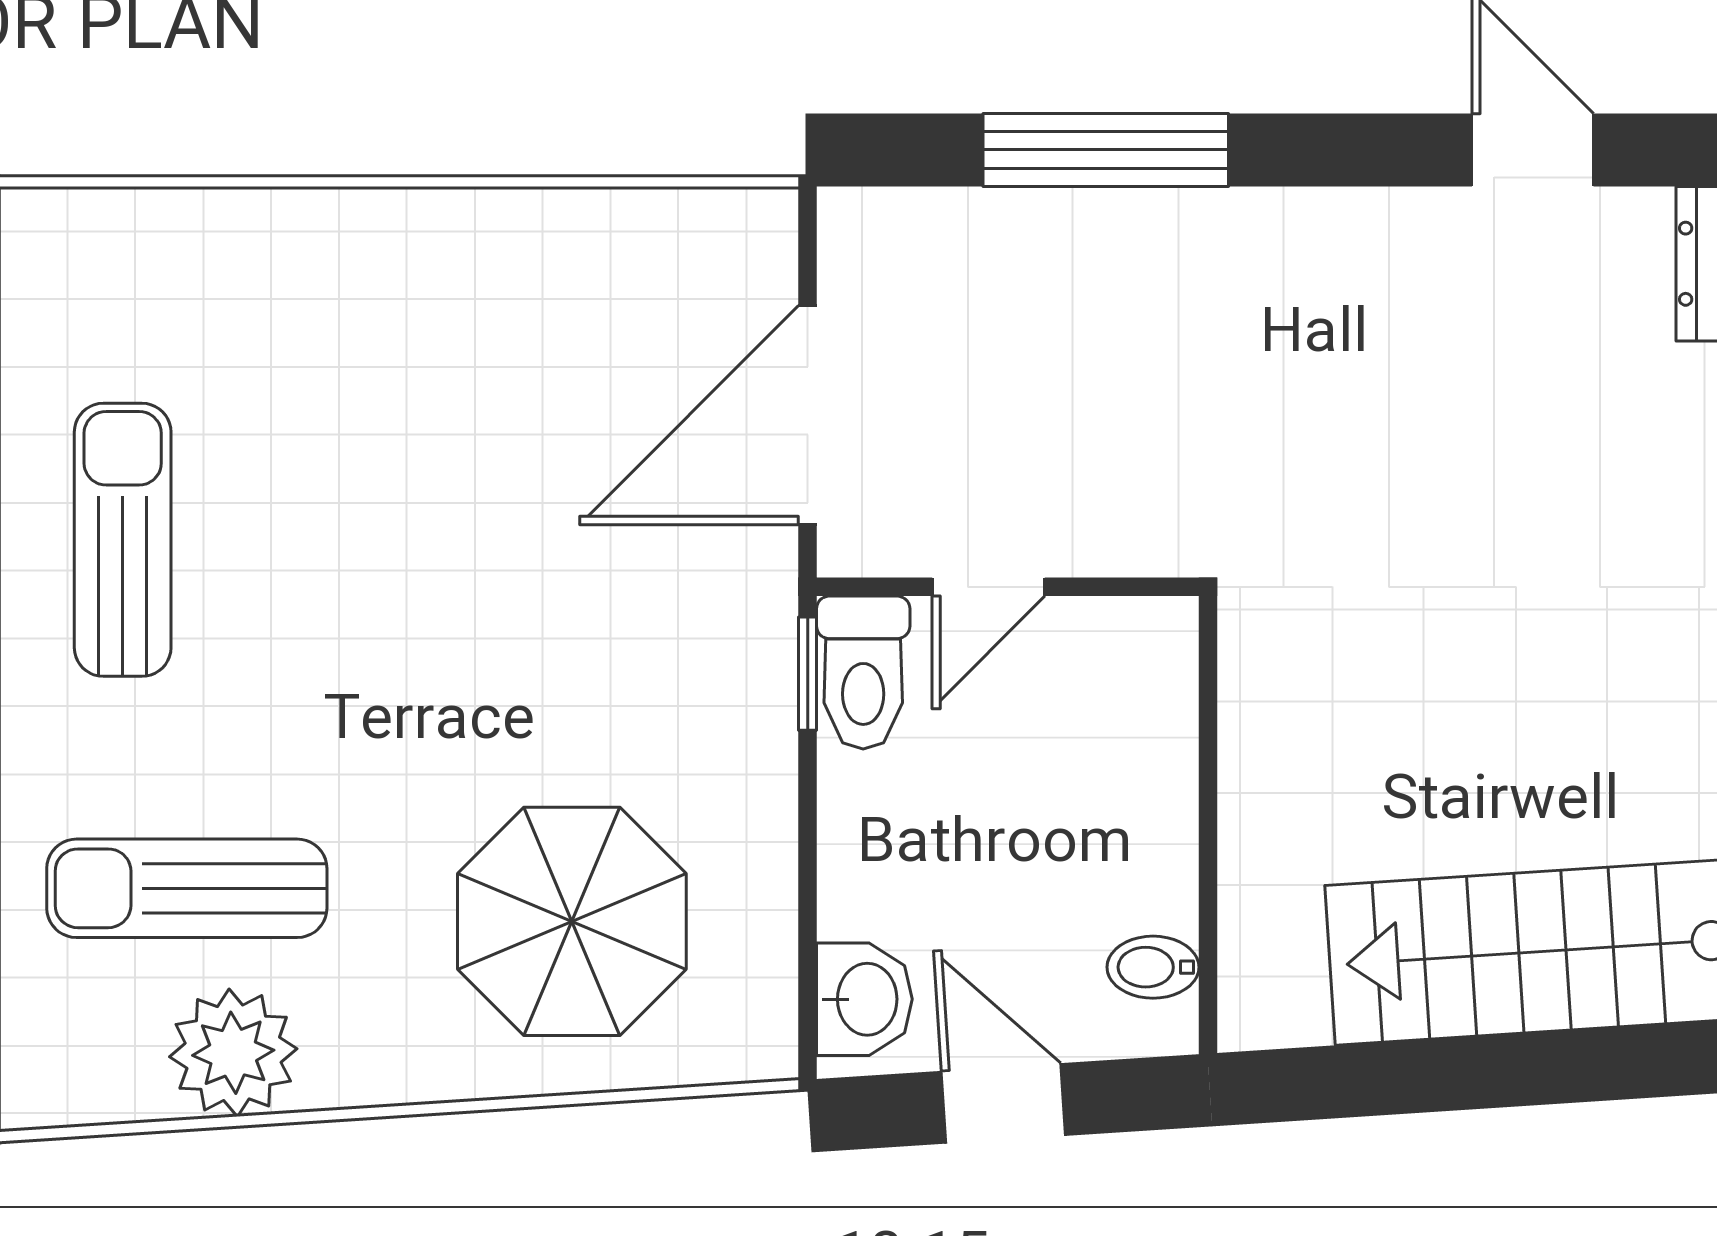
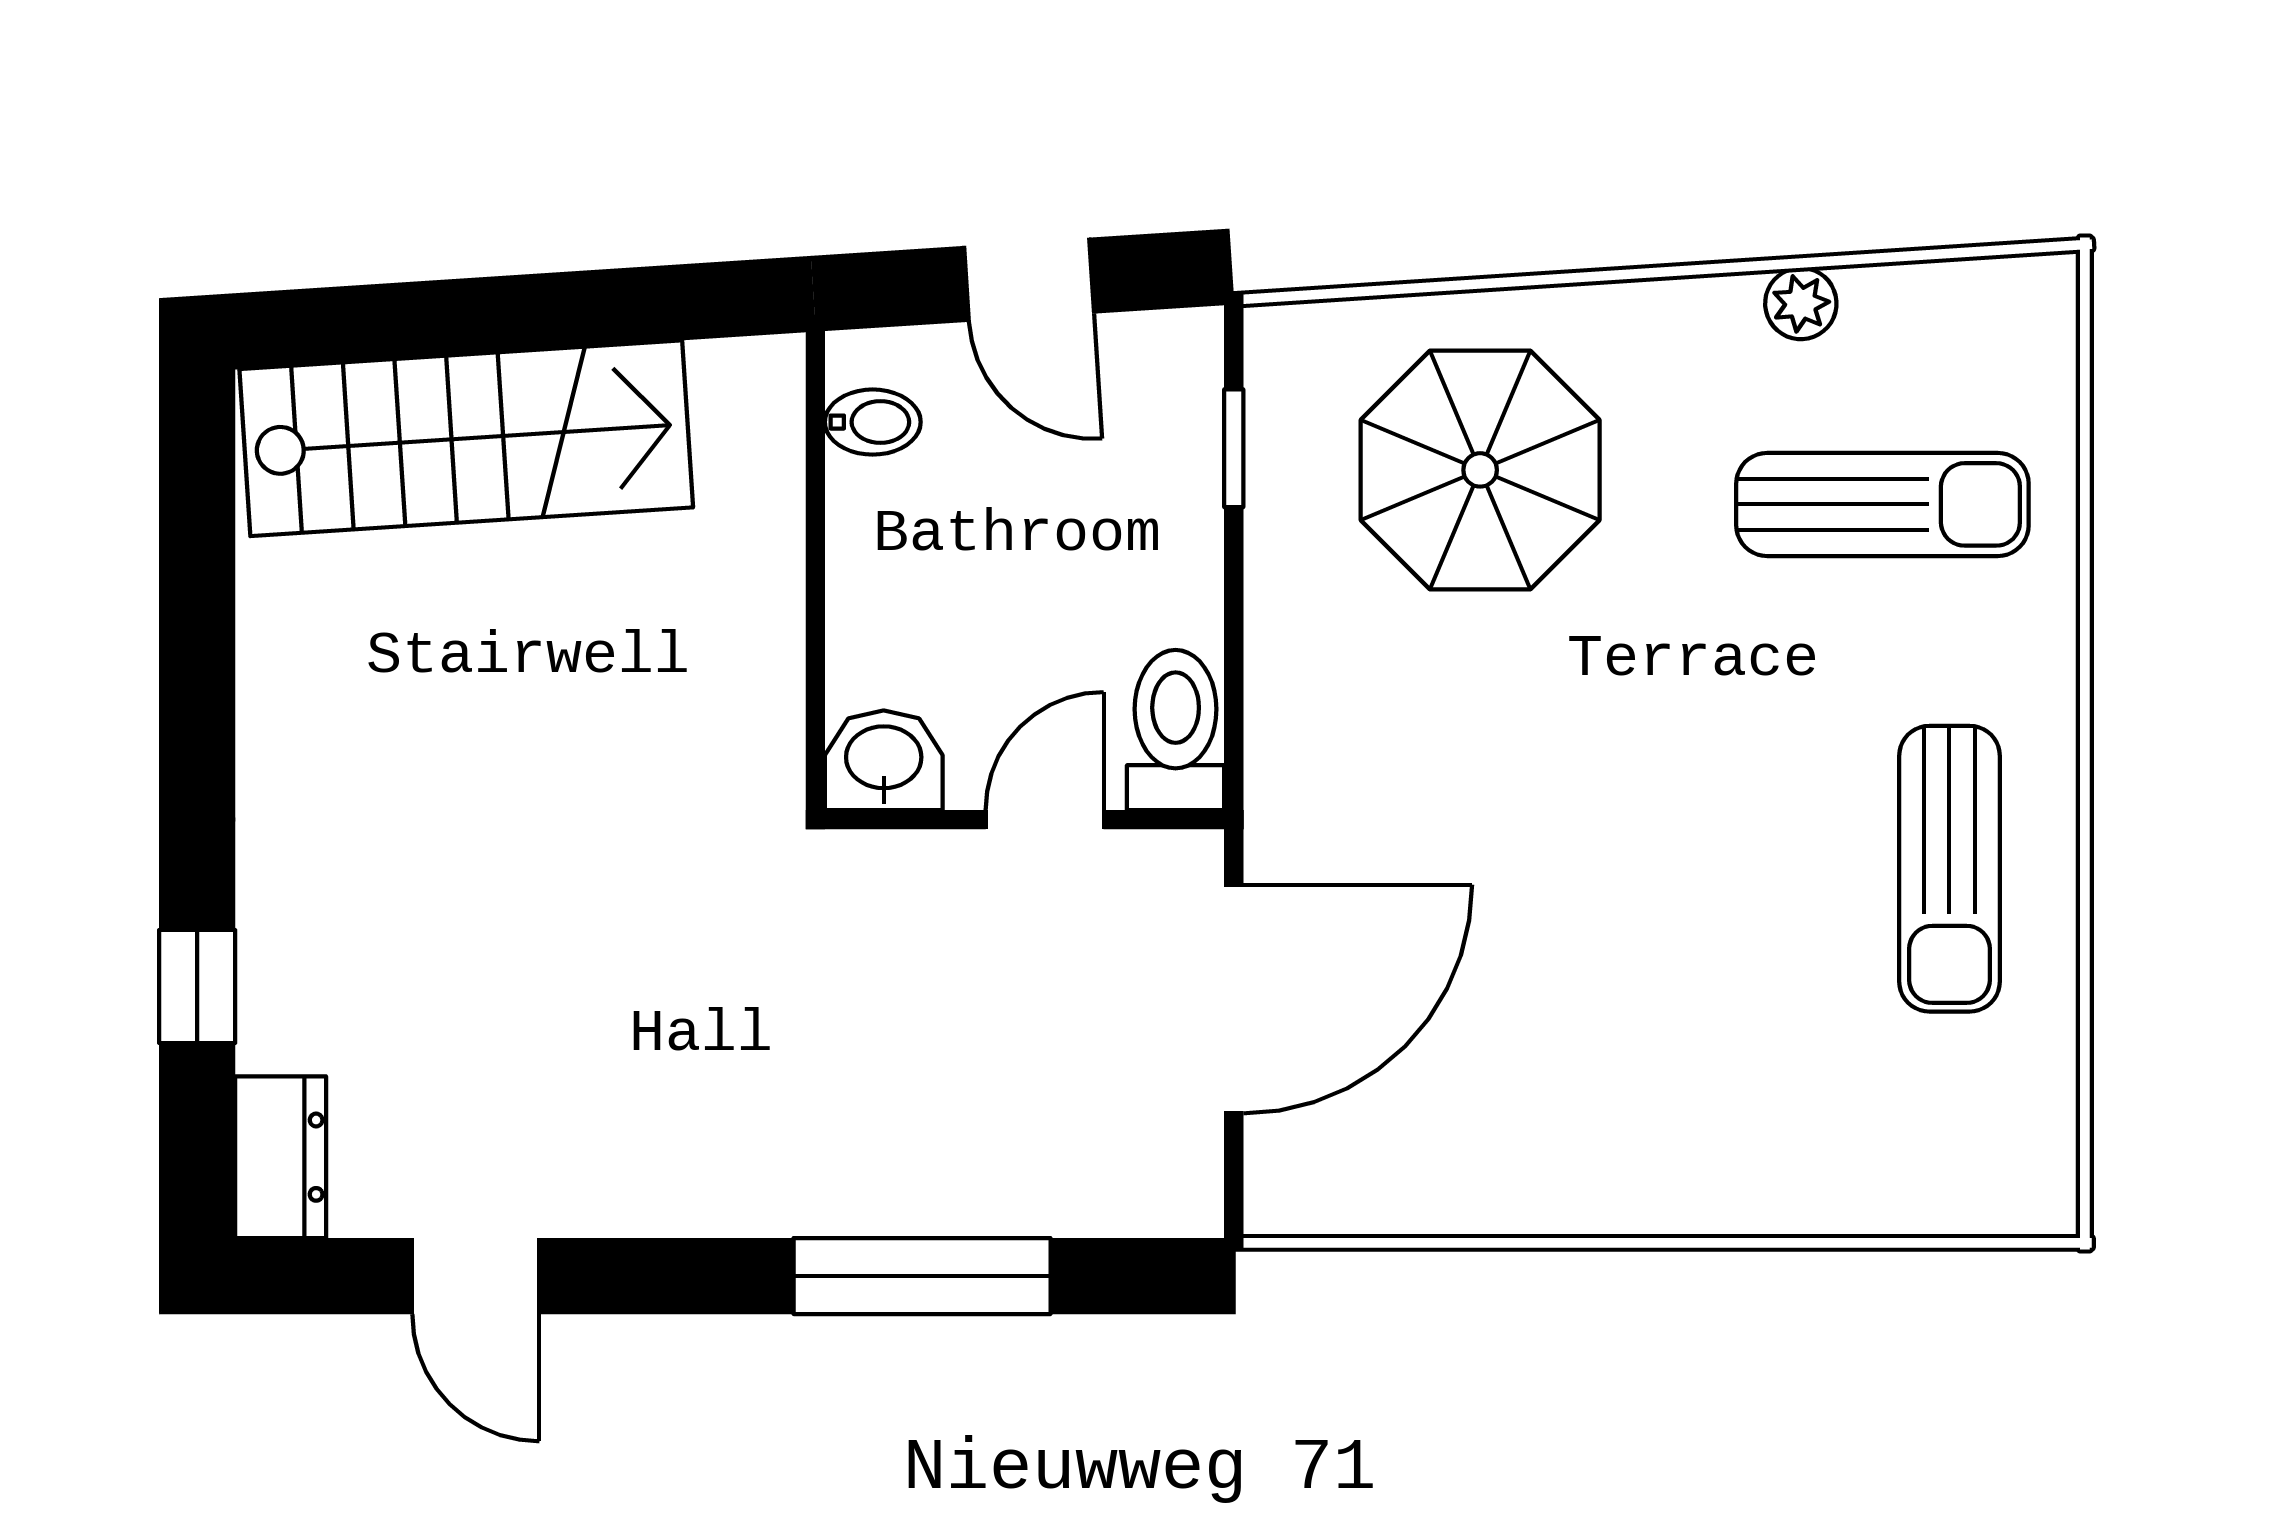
window: (808, 674) -> (1234, 448), moved
washbasin: (864, 999) -> (884, 760), moved, turned 90
plant: (233, 1053) -> (1801, 303), width x0.53, depth x0.53

